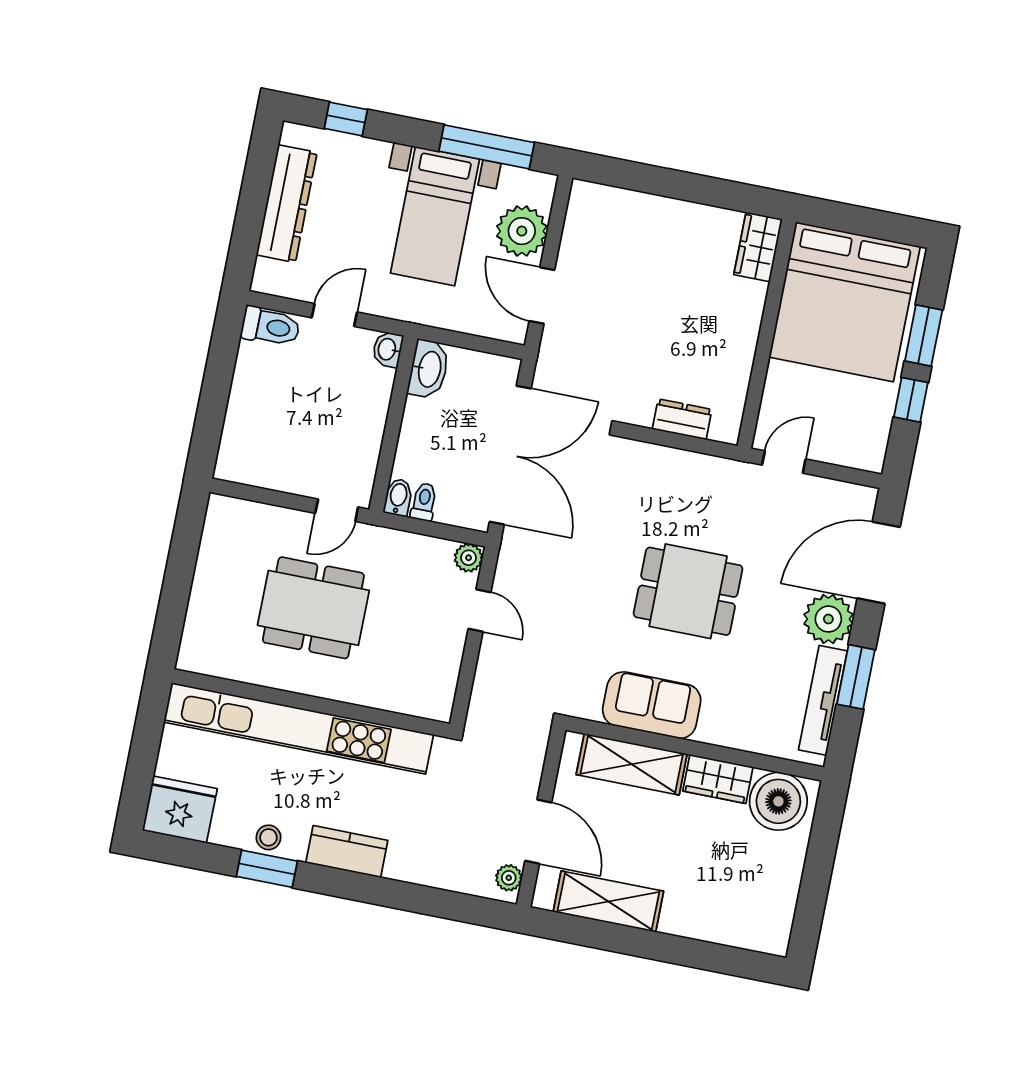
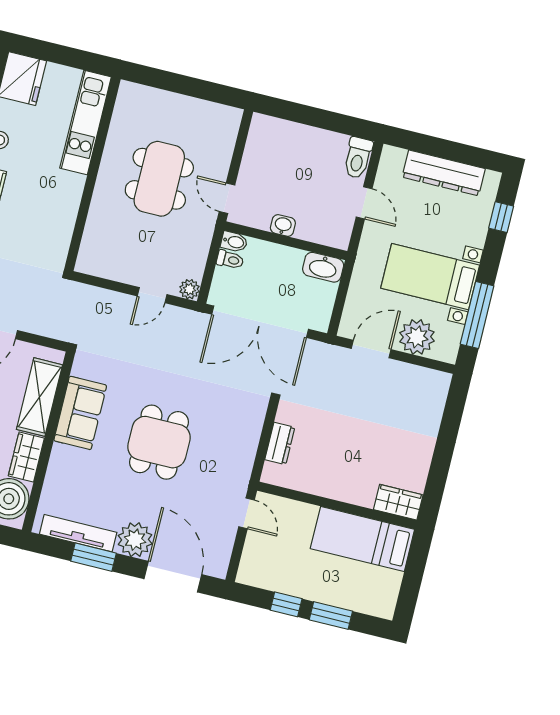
bed: (845, 302) -> (362, 539), width x0.49
washbasin: (388, 349) -> (283, 225), moved
kitchen unit: (299, 728) -> (86, 122), width x0.54

